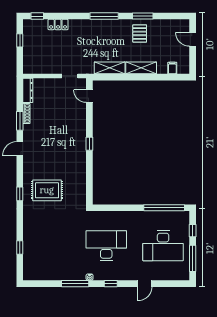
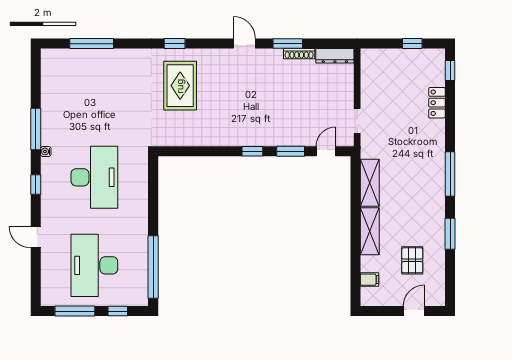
pallet: (140, 33) -> (412, 260), moved, turned 90
window: (89, 119) -> (291, 151), added
window: (20, 247) -> (92, 44), width x2.17

